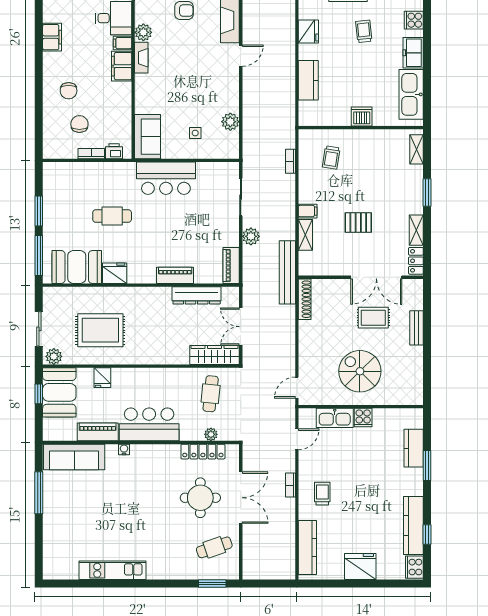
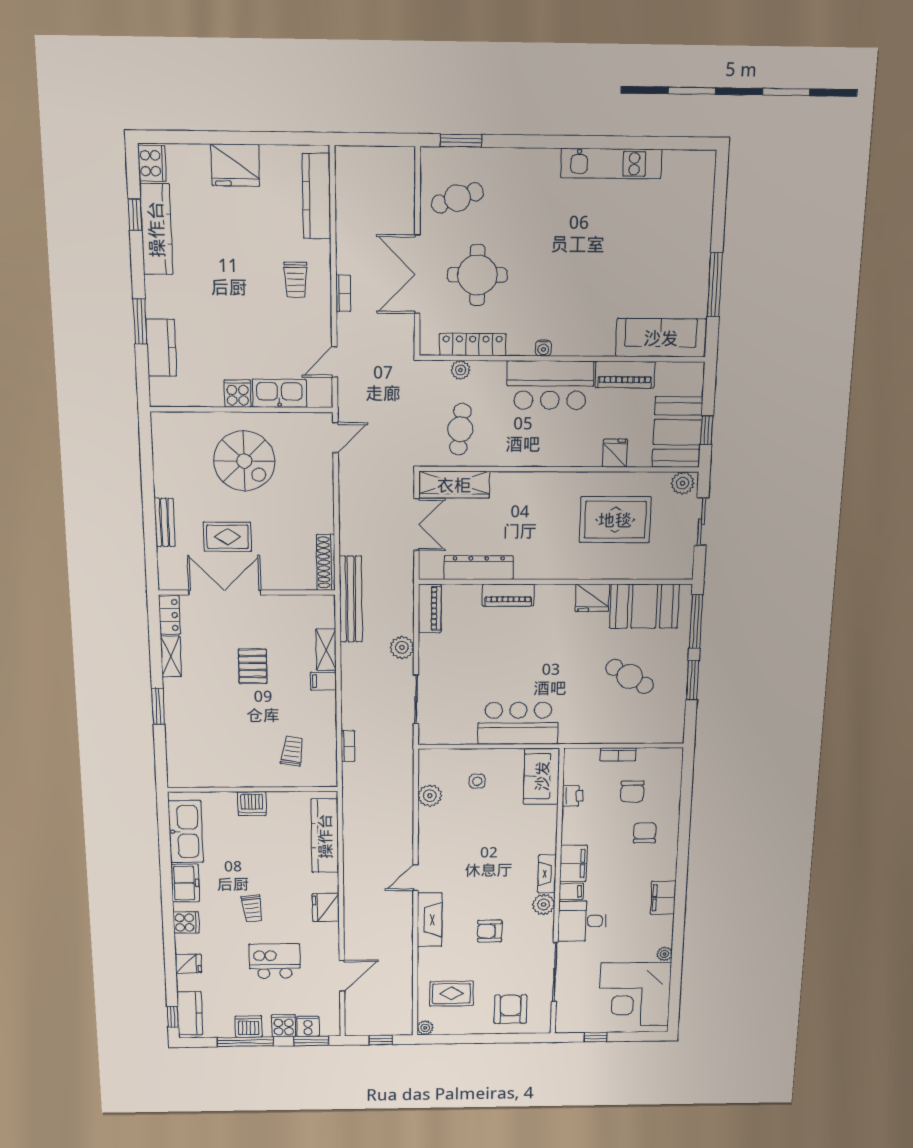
kitchen counter: (308, 80) -> (325, 836), width x1.50
shelving: (416, 149) -> (175, 762), removed
printer: (114, 151) -> (573, 796), moved, turned -90
cafe table: (112, 216) -> (630, 676), moved, turned 31
pallet: (358, 222) -> (253, 666), turned 90
water cooler: (124, 449) -> (543, 348), moved

